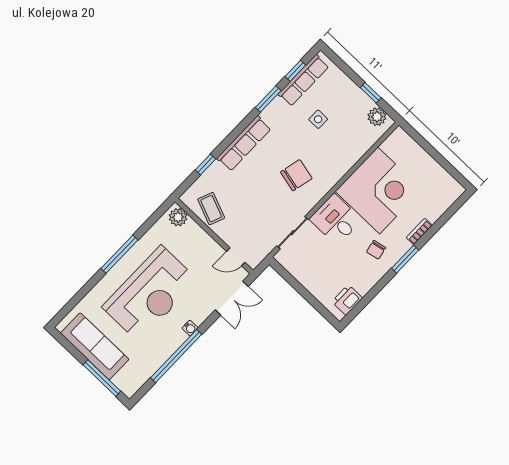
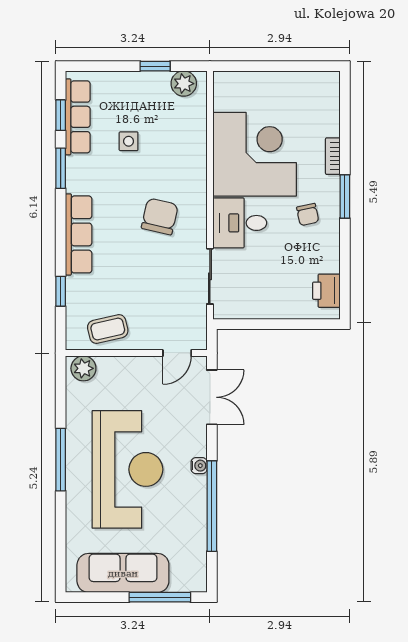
coffee table: (211, 209) -> (108, 329), turned -35

